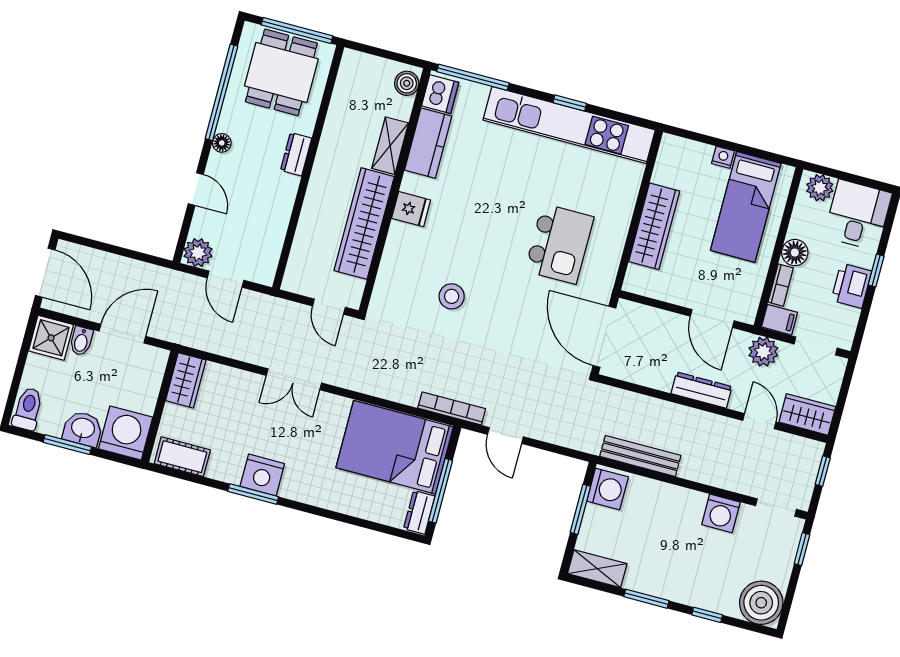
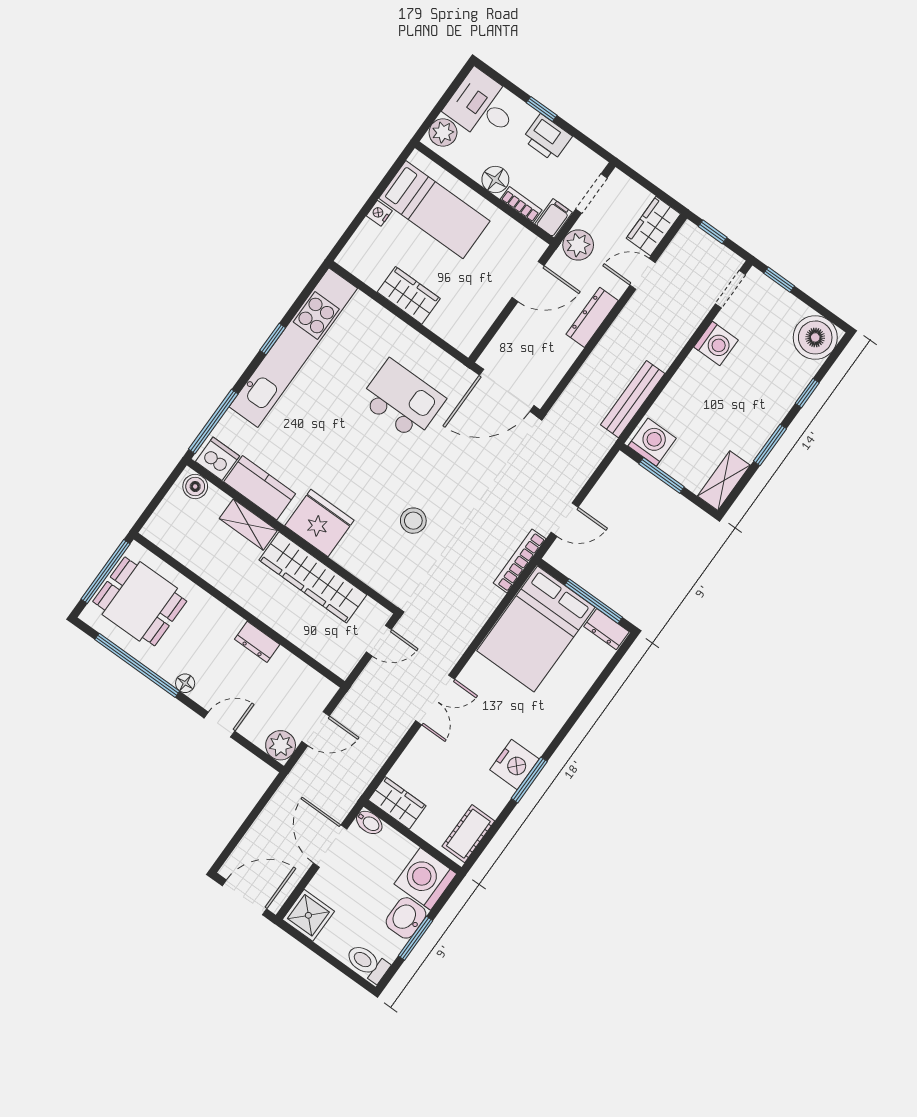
dresser: (296, 154) -> (257, 642), moved
fridge: (411, 209) -> (319, 523), width x1.88, depth x1.34
wardrobe: (654, 226) -> (409, 295), width x0.67
bidet: (81, 341) -> (369, 822), moved

